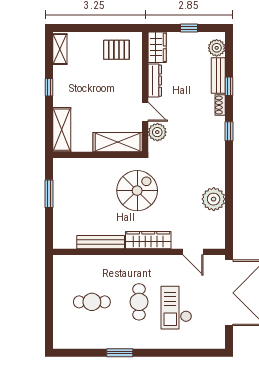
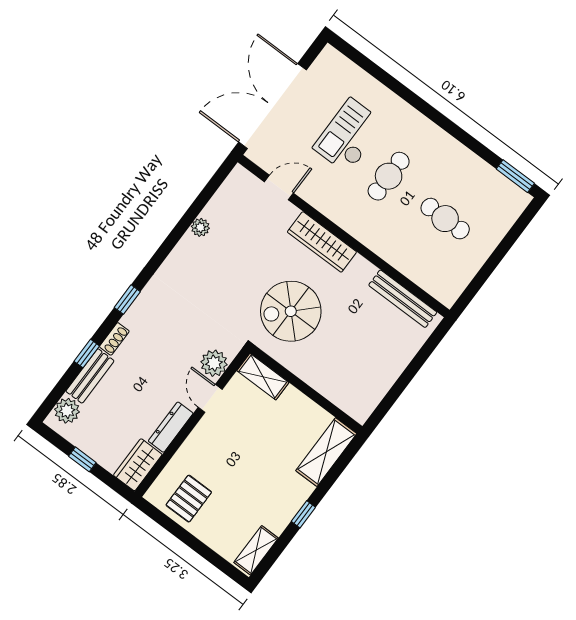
pallet: (116, 50) -> (189, 499), turned 90
shelving: (118, 142) -> (263, 377), width x0.67, depth x0.75
window: (49, 194) -> (399, 387), removed
plant: (214, 199) -> (200, 227), width x0.53, depth x0.53
bench: (101, 242) -> (403, 299), moved
door: (193, 252) -> (279, 188), hinge flipped
checkout: (176, 308) -> (349, 136), turned 180
window: (120, 353) -> (515, 176), moved

